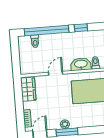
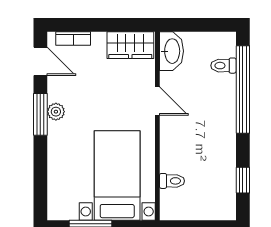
window: (81, 28) -> (243, 180), moved
washbasin: (81, 64) -> (171, 51), moved

